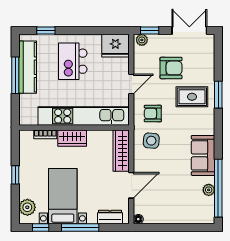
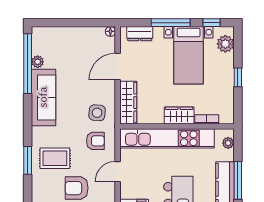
plant: (25, 112) -> (228, 143), added
sofa: (203, 155) -> (43, 97), width x1.36

